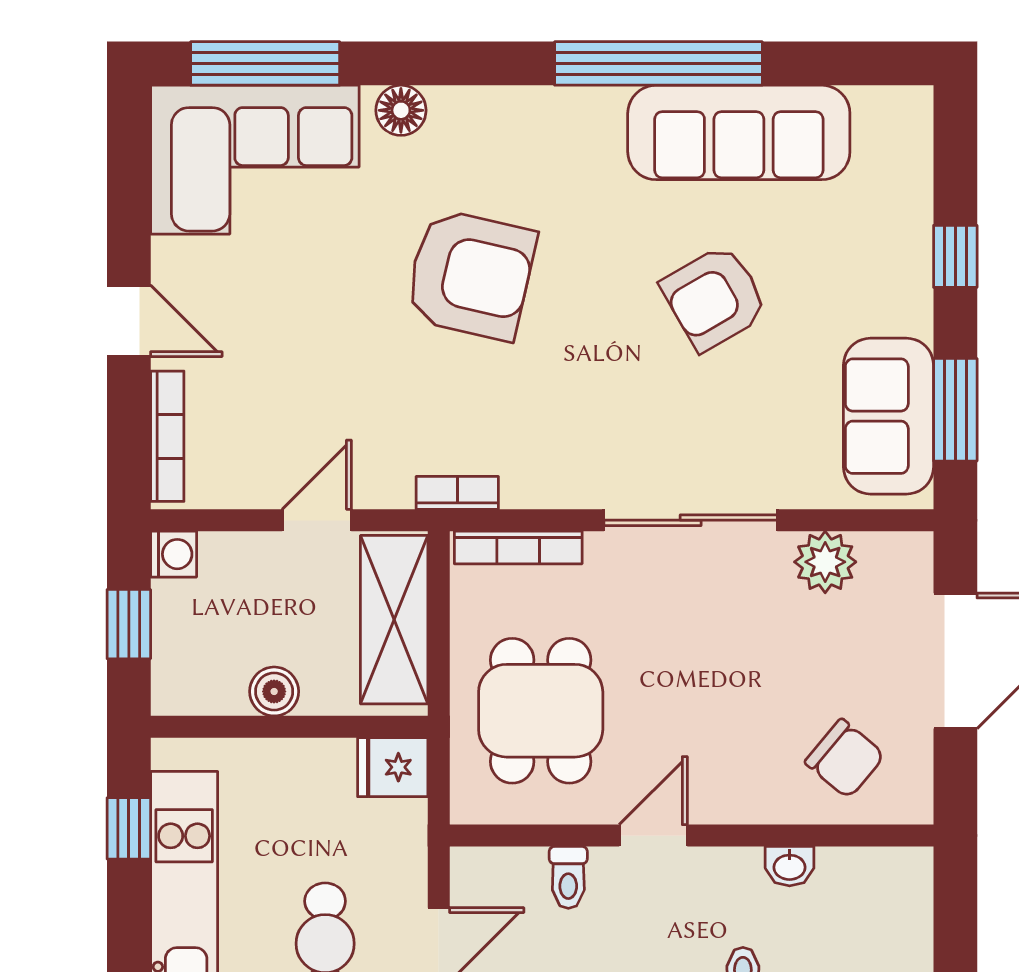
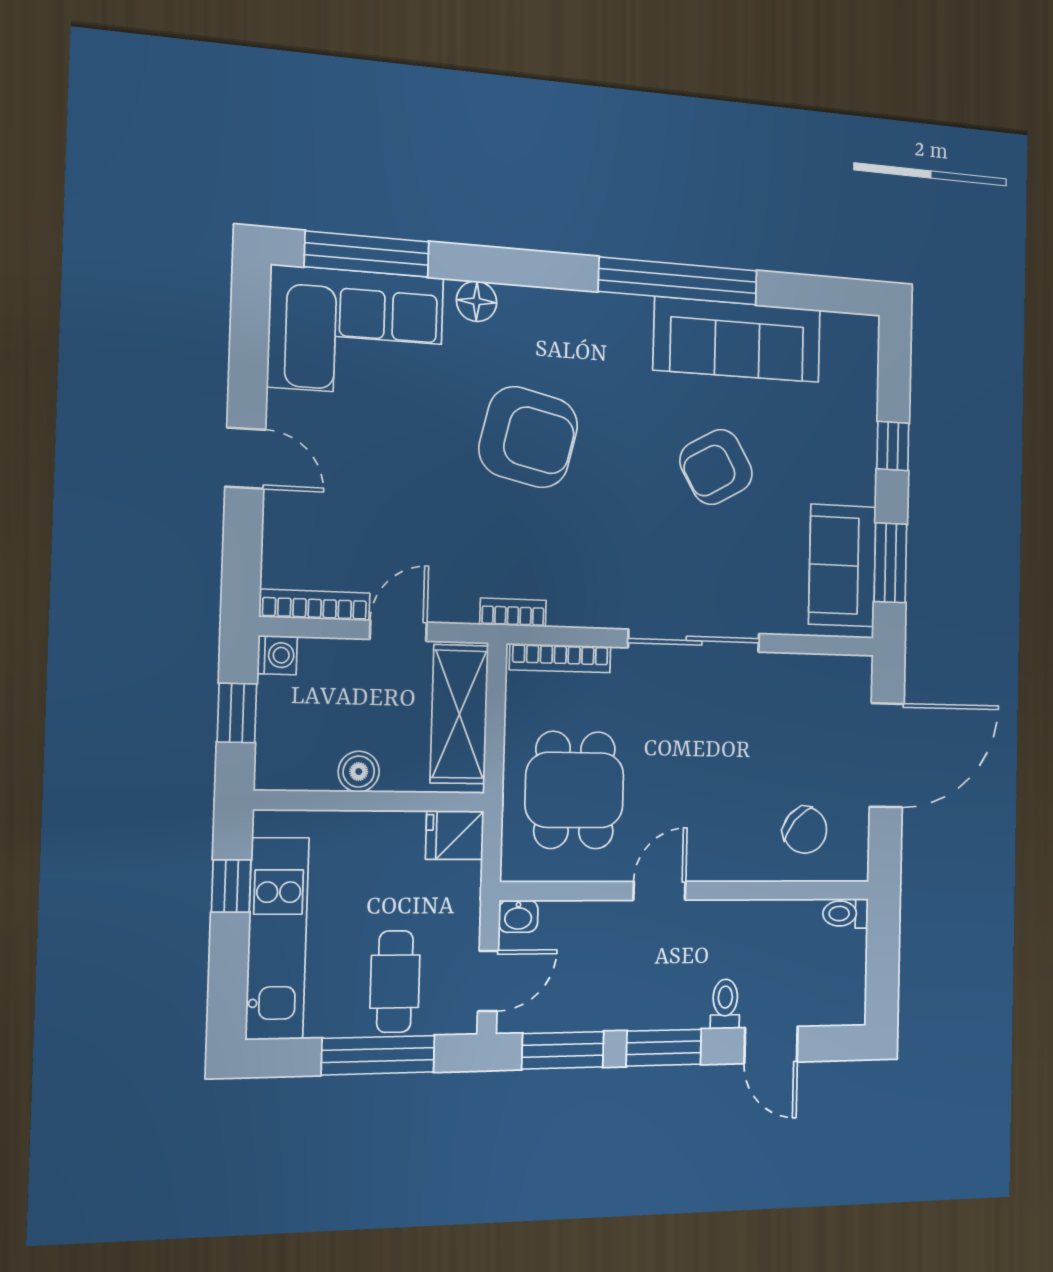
bookcase: (167, 436) -> (315, 605), moved, turned -90
plant: (825, 562) -> (794, 677), removed
washbasin: (790, 866) -> (518, 916), moved
toilet: (568, 877) -> (845, 913), moved, turned 90

